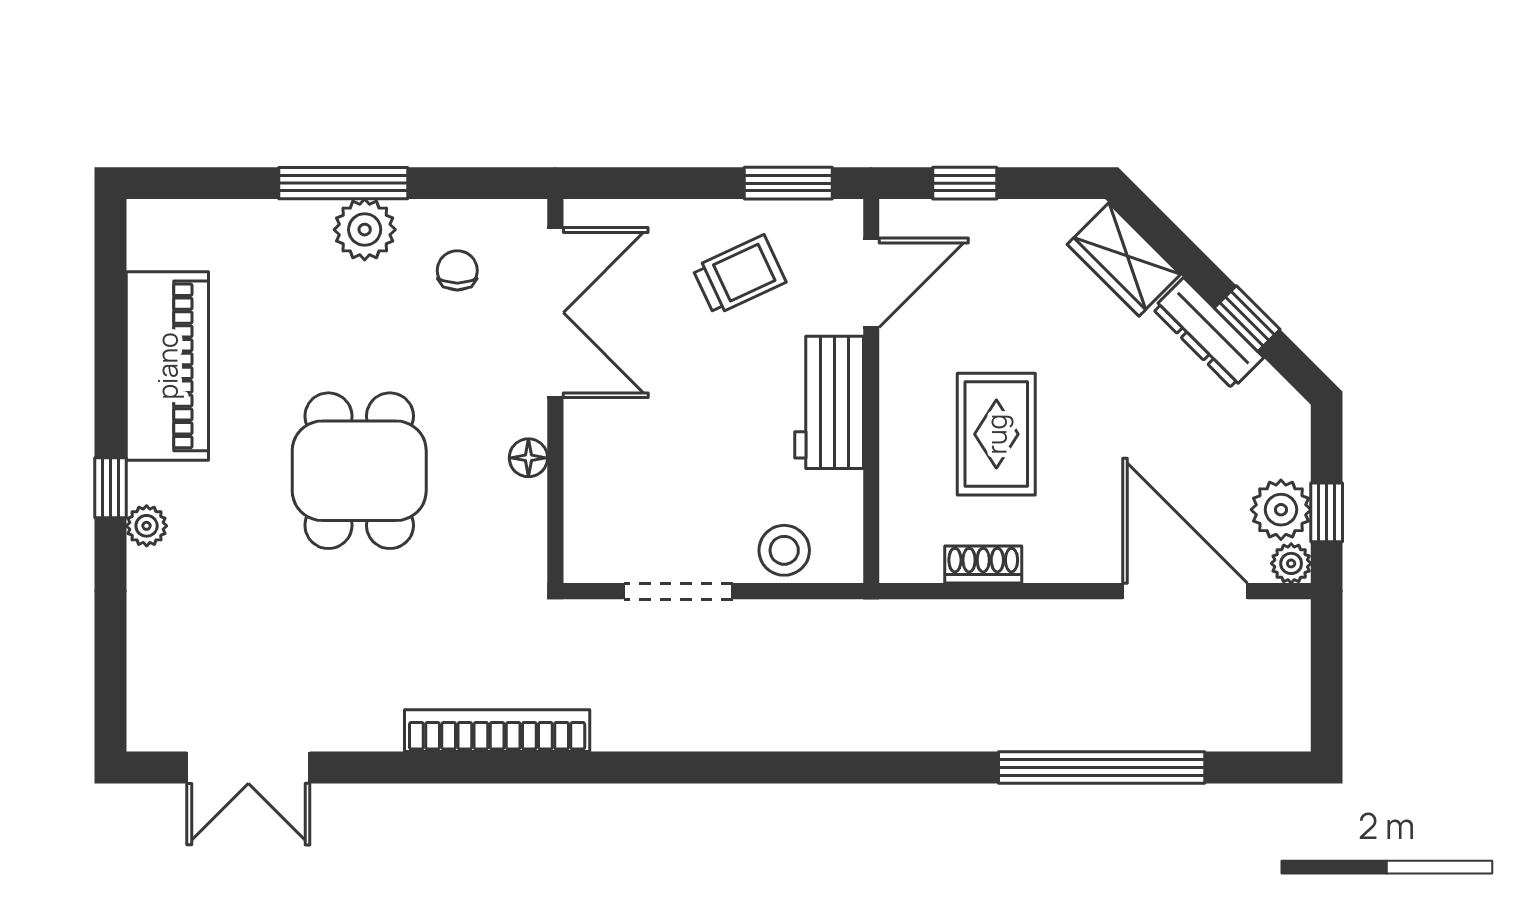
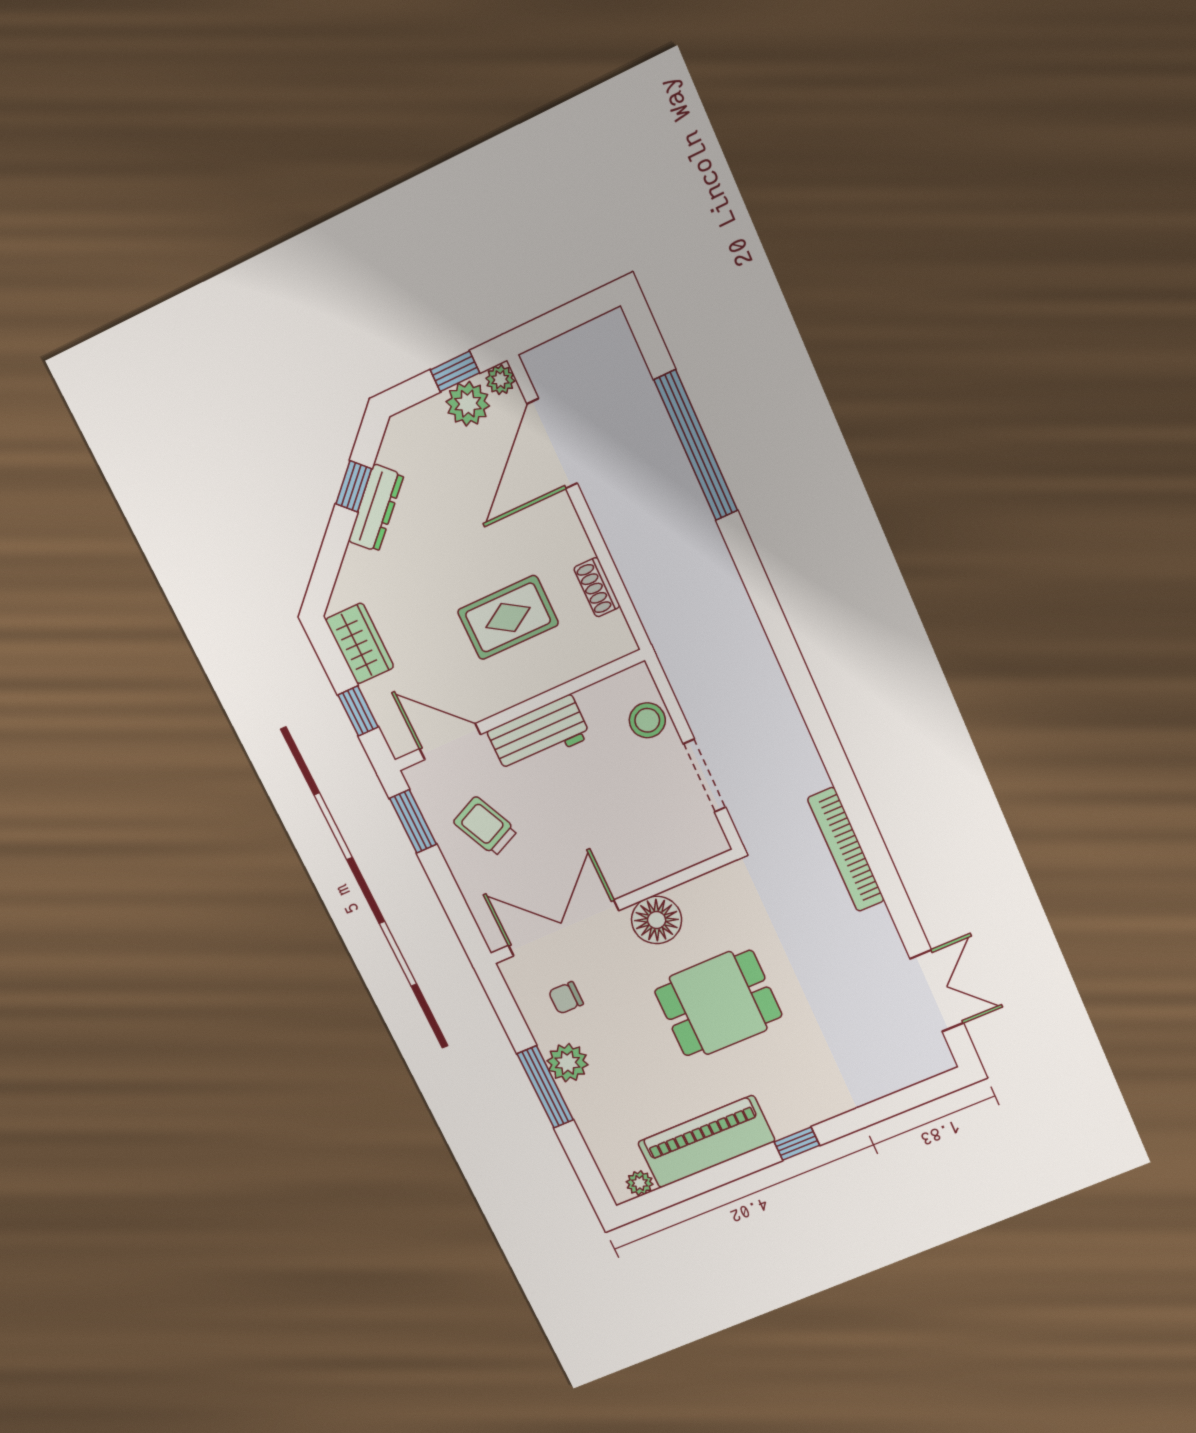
wardrobe: (1124, 259) -> (360, 643), moved, turned -45
floor lamp: (528, 458) -> (657, 920), width x1.89, depth x1.89
plant: (147, 526) -> (640, 1183), moved

